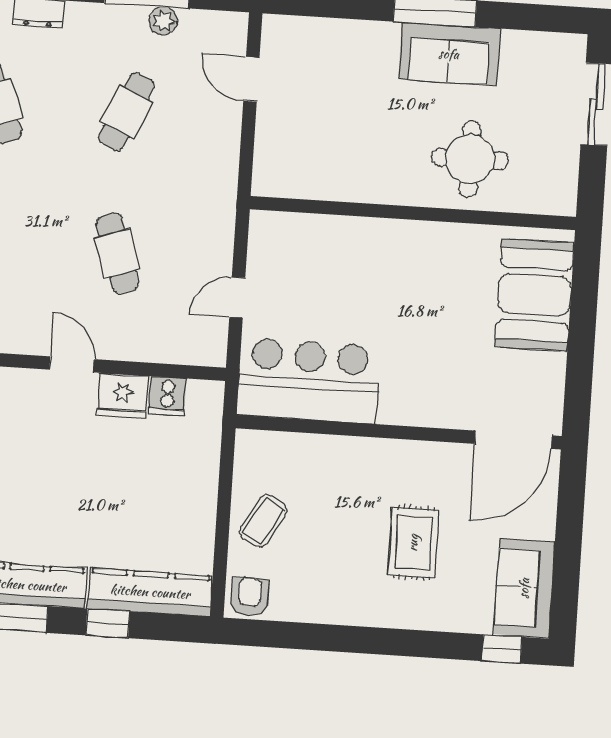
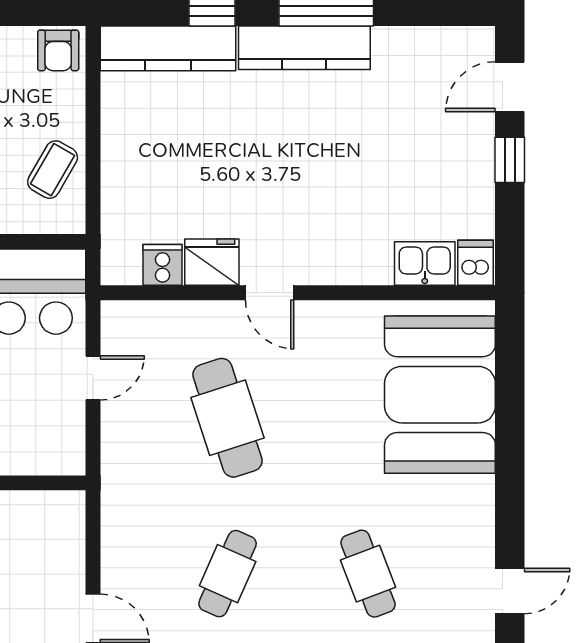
cafe table: (117, 253) -> (228, 418), width x1.37, depth x1.35
coffee table: (263, 521) -> (53, 170), moved

